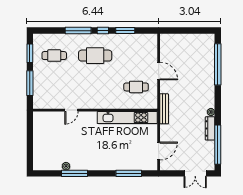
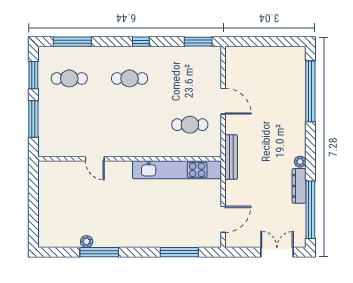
window: (78, 31) -> (72, 42), moved
window: (125, 31) -> (198, 42), moved
cafe table: (95, 56) -> (130, 78), width x0.73, depth x0.74
door: (71, 110) -> (95, 159), hinge flipped
double door: (195, 173) -> (277, 252), swing flipped

